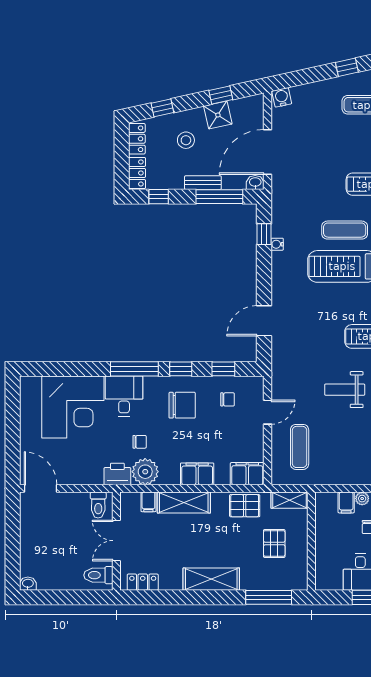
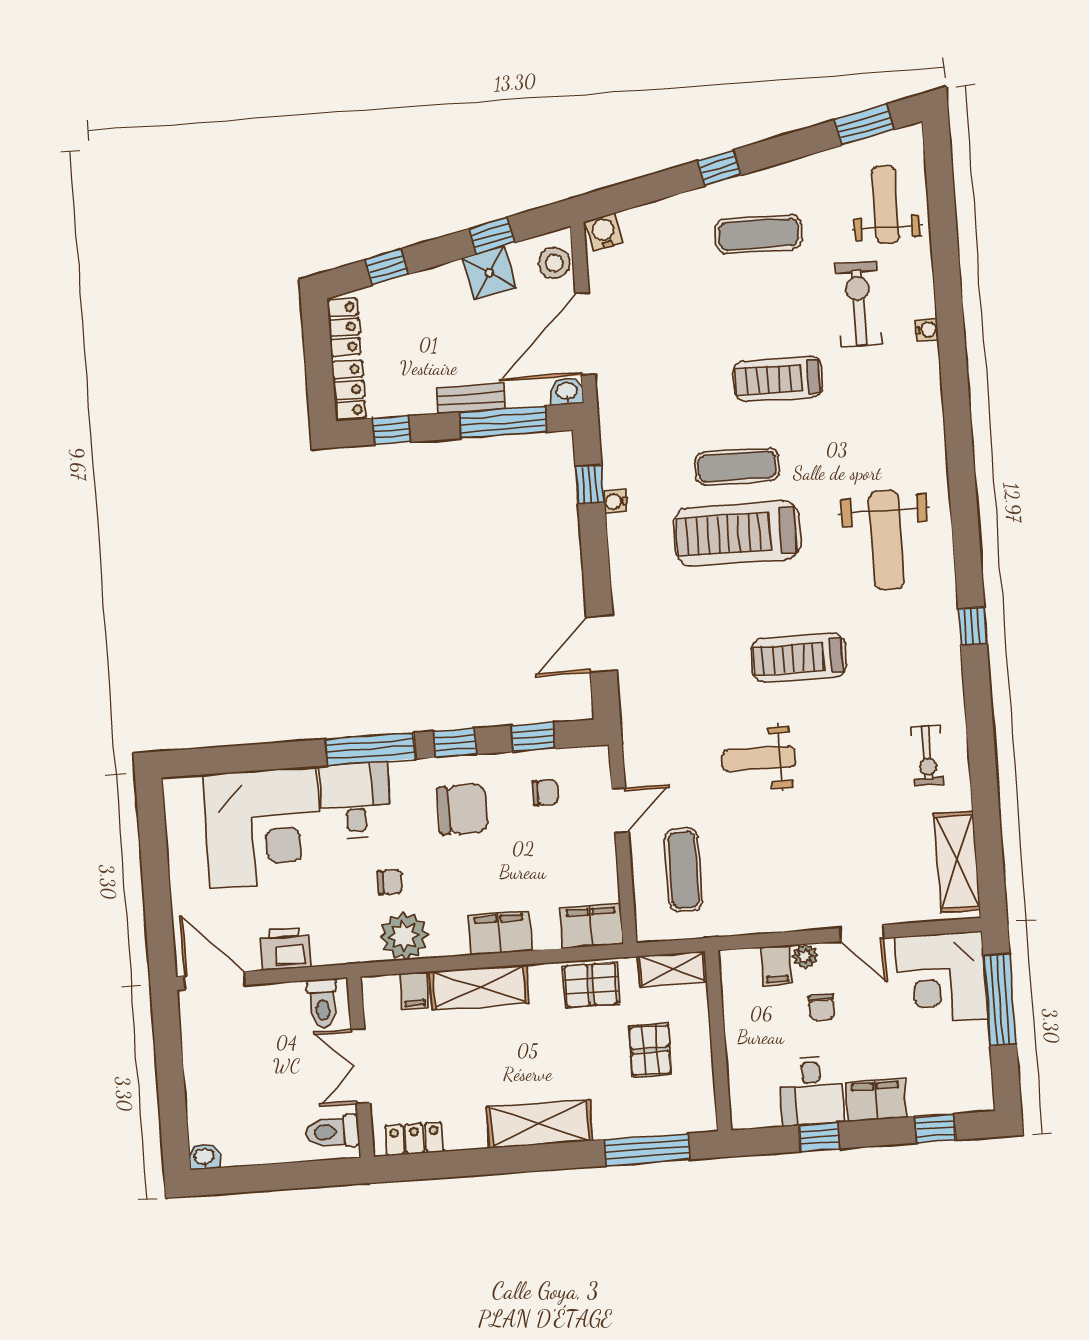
stool: (186, 140) -> (554, 263), moved
printer: (117, 474) -> (285, 949), moved

